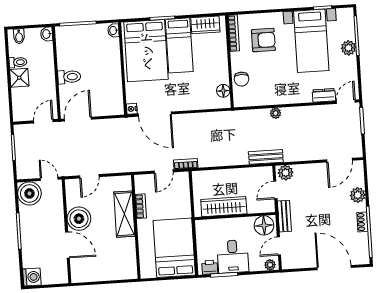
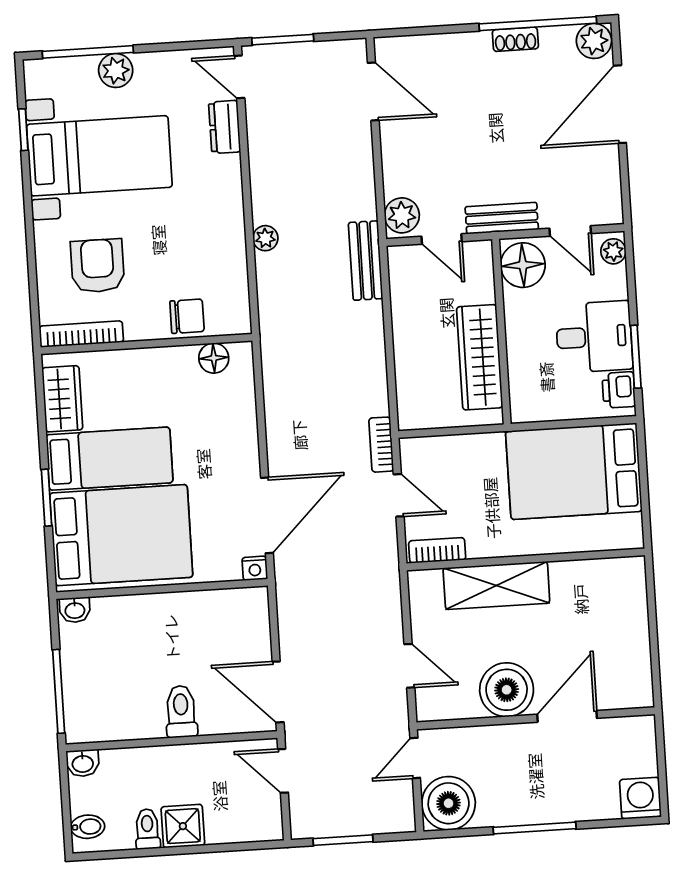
plant: (358, 195) -> (594, 41), moved
bookcase: (141, 206) -> (437, 550), moved

